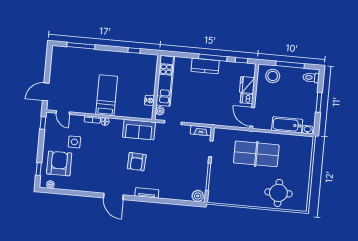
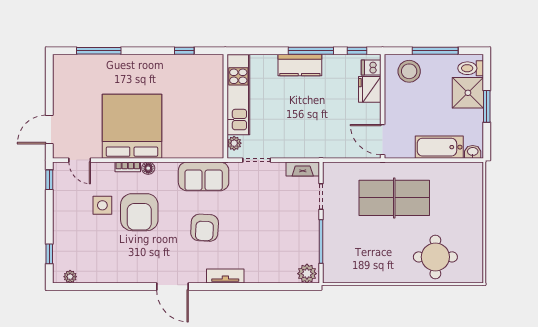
shower: (308, 93) -> (468, 93), added
bed: (107, 95) -> (132, 126), width x2.04
dishwasher: (247, 99) -> (371, 67), moved
nightstand: (150, 100) -> (216, 128), removed
armchair: (59, 163) -> (139, 212), moved, turned 180

